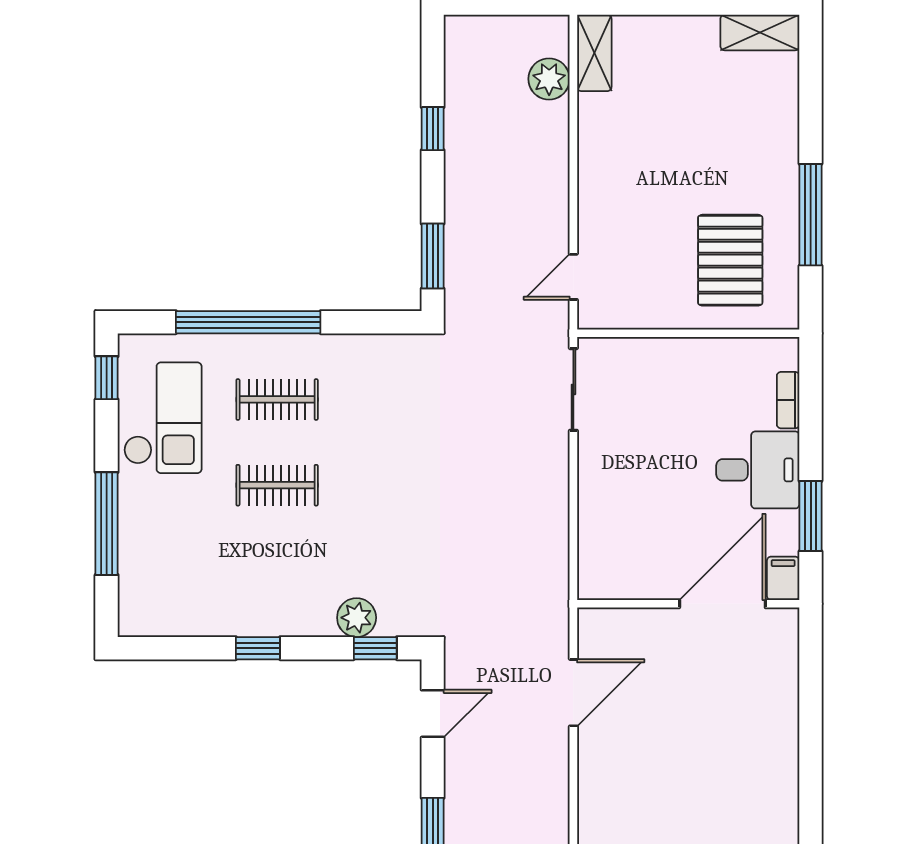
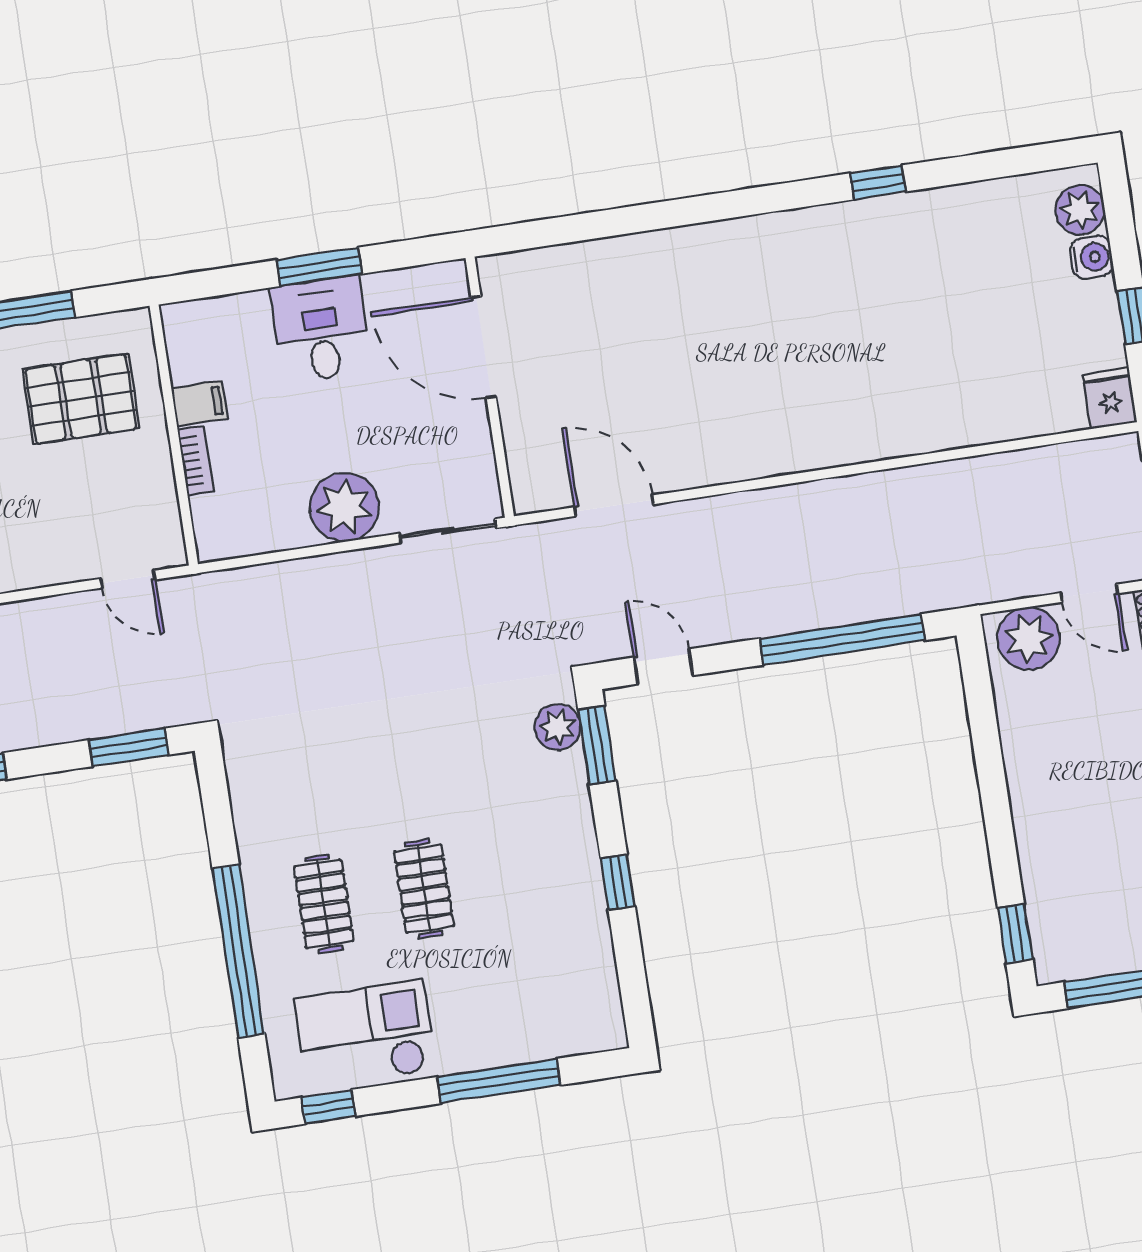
sliding door: (573, 389) -> (448, 531), moved
bookcase: (788, 400) -> (196, 461), moved, turned -90
plant: (606, 467) -> (344, 507), added
window: (811, 516) -> (319, 267), moved
filing cabinet: (783, 578) -> (199, 403), moved, turned 180
plant: (357, 618) -> (558, 727), moved
window: (375, 648) -> (597, 745), width x1.50

